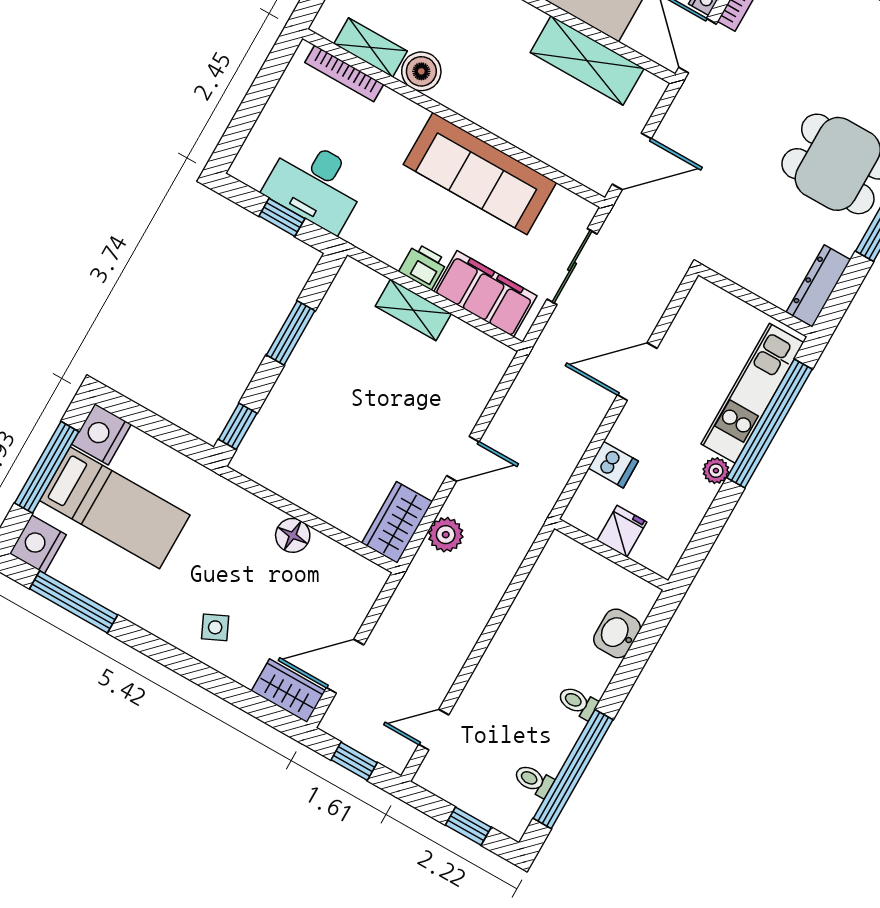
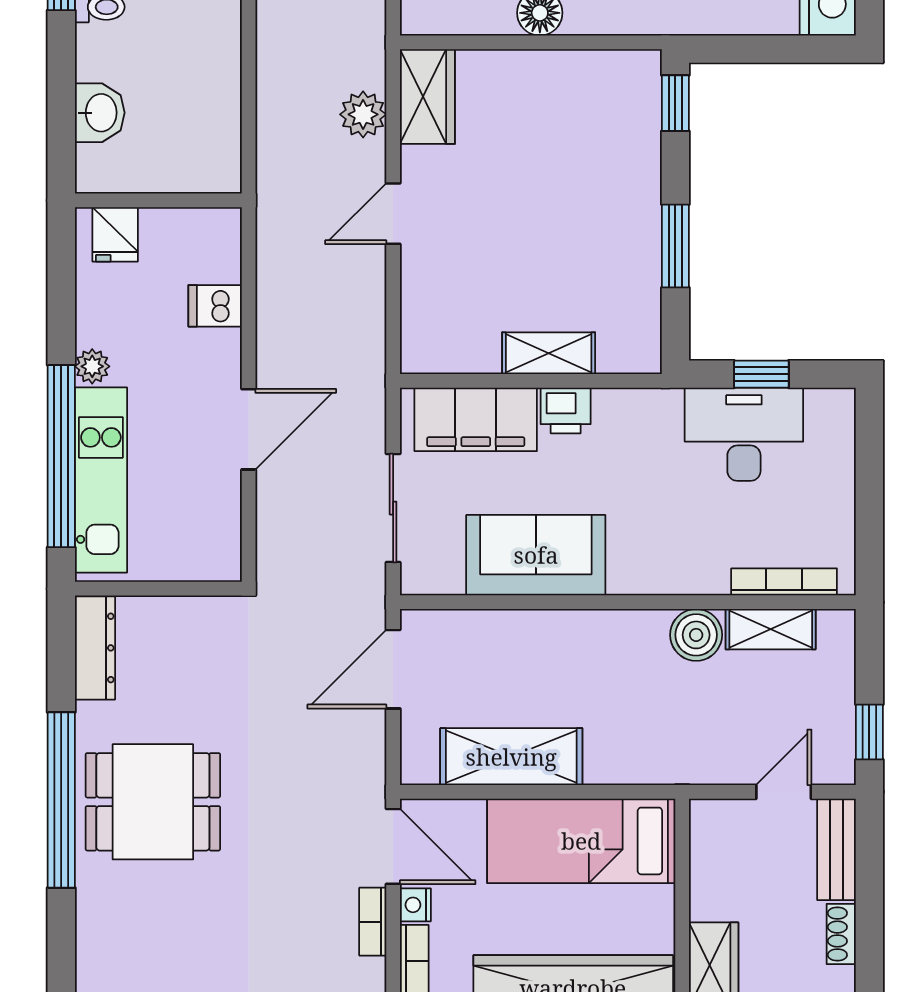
sofa: (480, 174) -> (536, 555), width x0.73
fridge: (622, 531) -> (115, 234), moved

